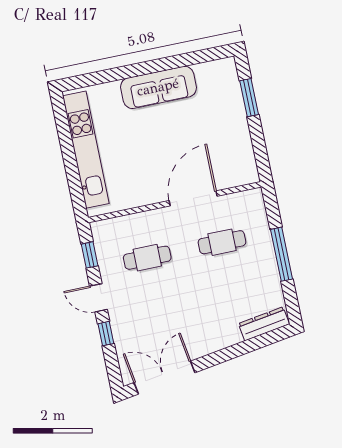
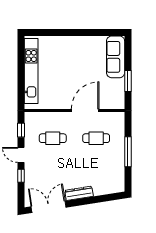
sofa: (158, 87) -> (116, 57), moved, turned 90
window: (249, 98) -> (128, 81), moved
dresser: (264, 324) -> (79, 193), moved

